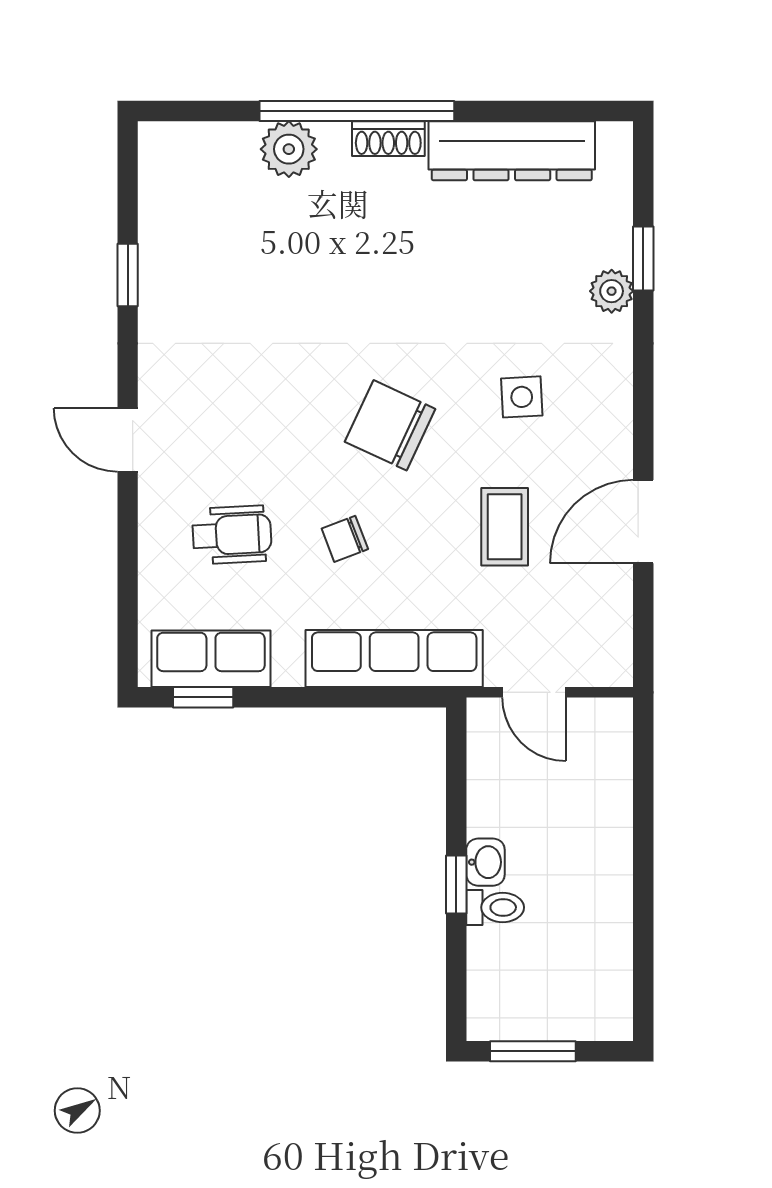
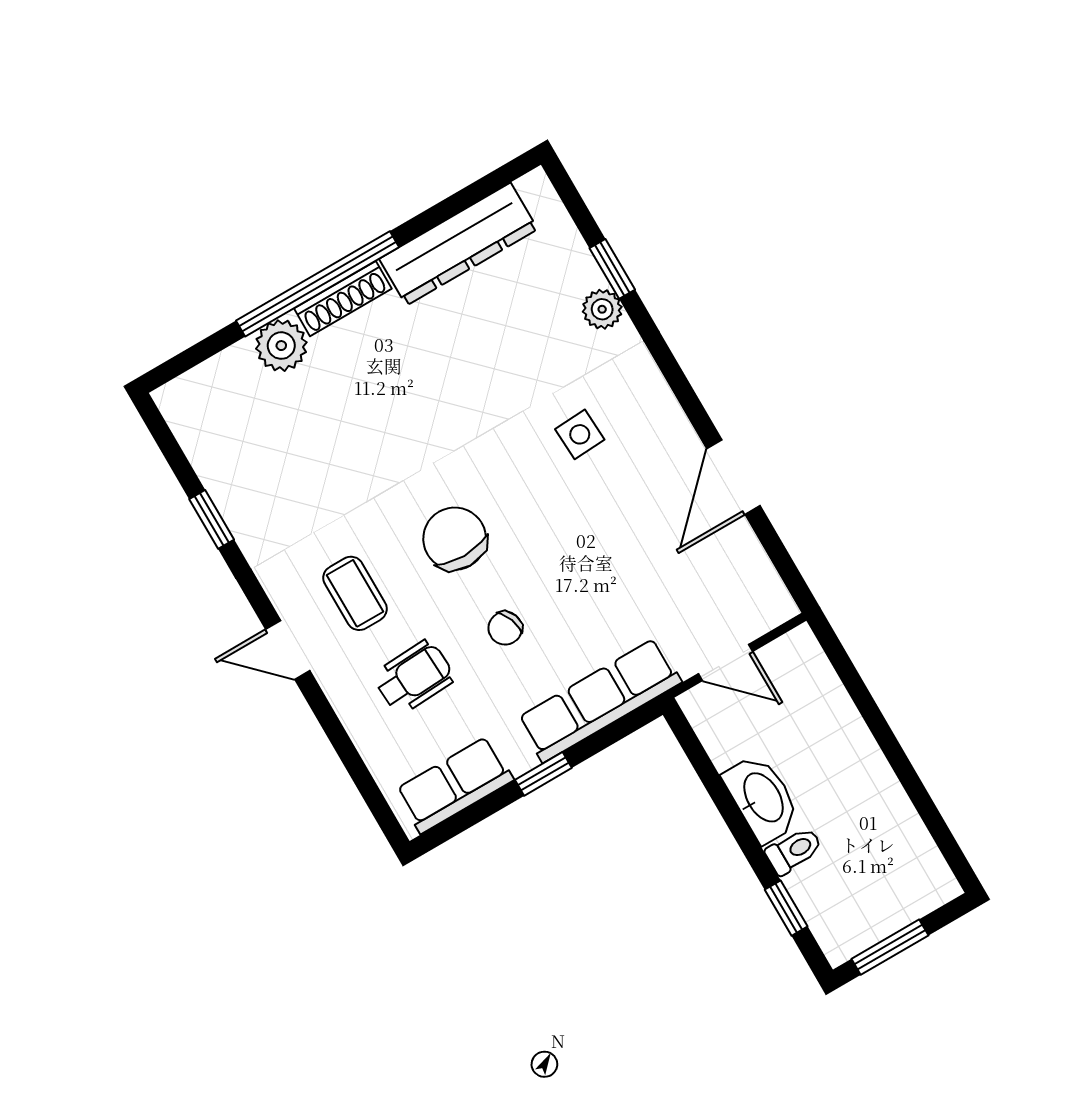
shoe rack: (388, 139) -> (343, 299), width x1.43
chair: (390, 425) -> (455, 539), moved, turned 65
coffee table: (505, 527) -> (355, 593), moved
window: (203, 697) -> (543, 774), moved
washbasin: (485, 862) -> (762, 798), width x1.91, depth x1.45
window: (456, 885) -> (786, 908), moved

